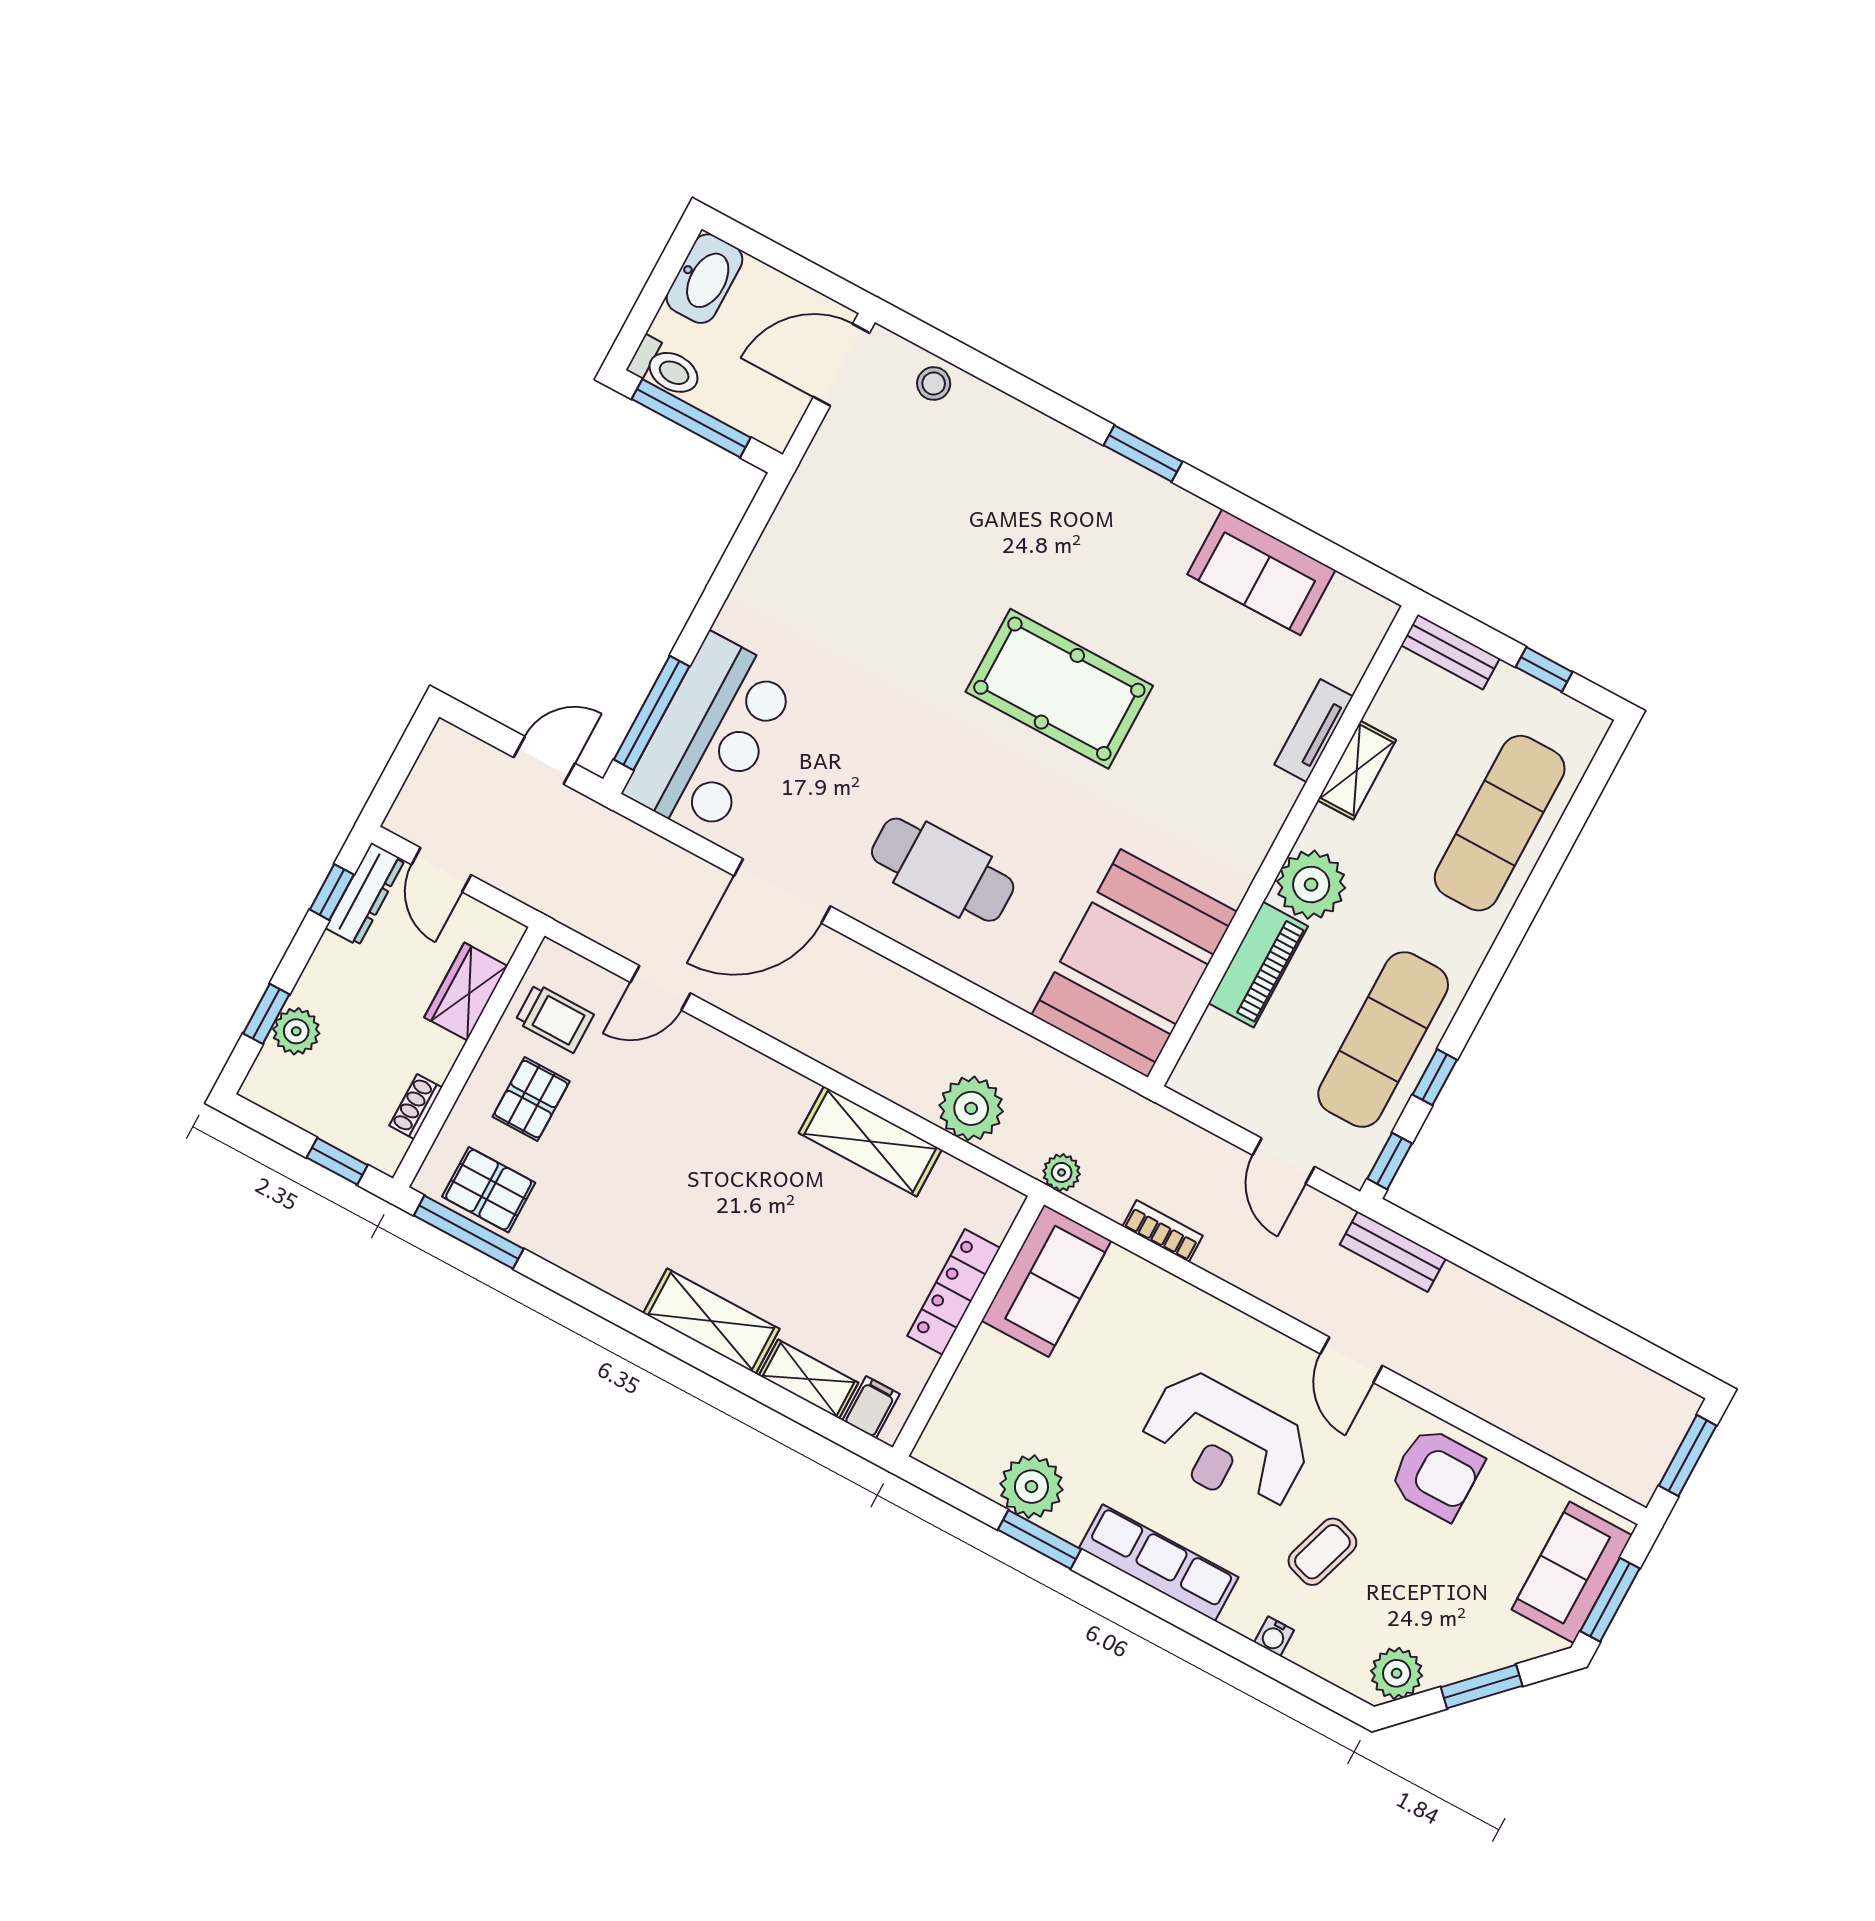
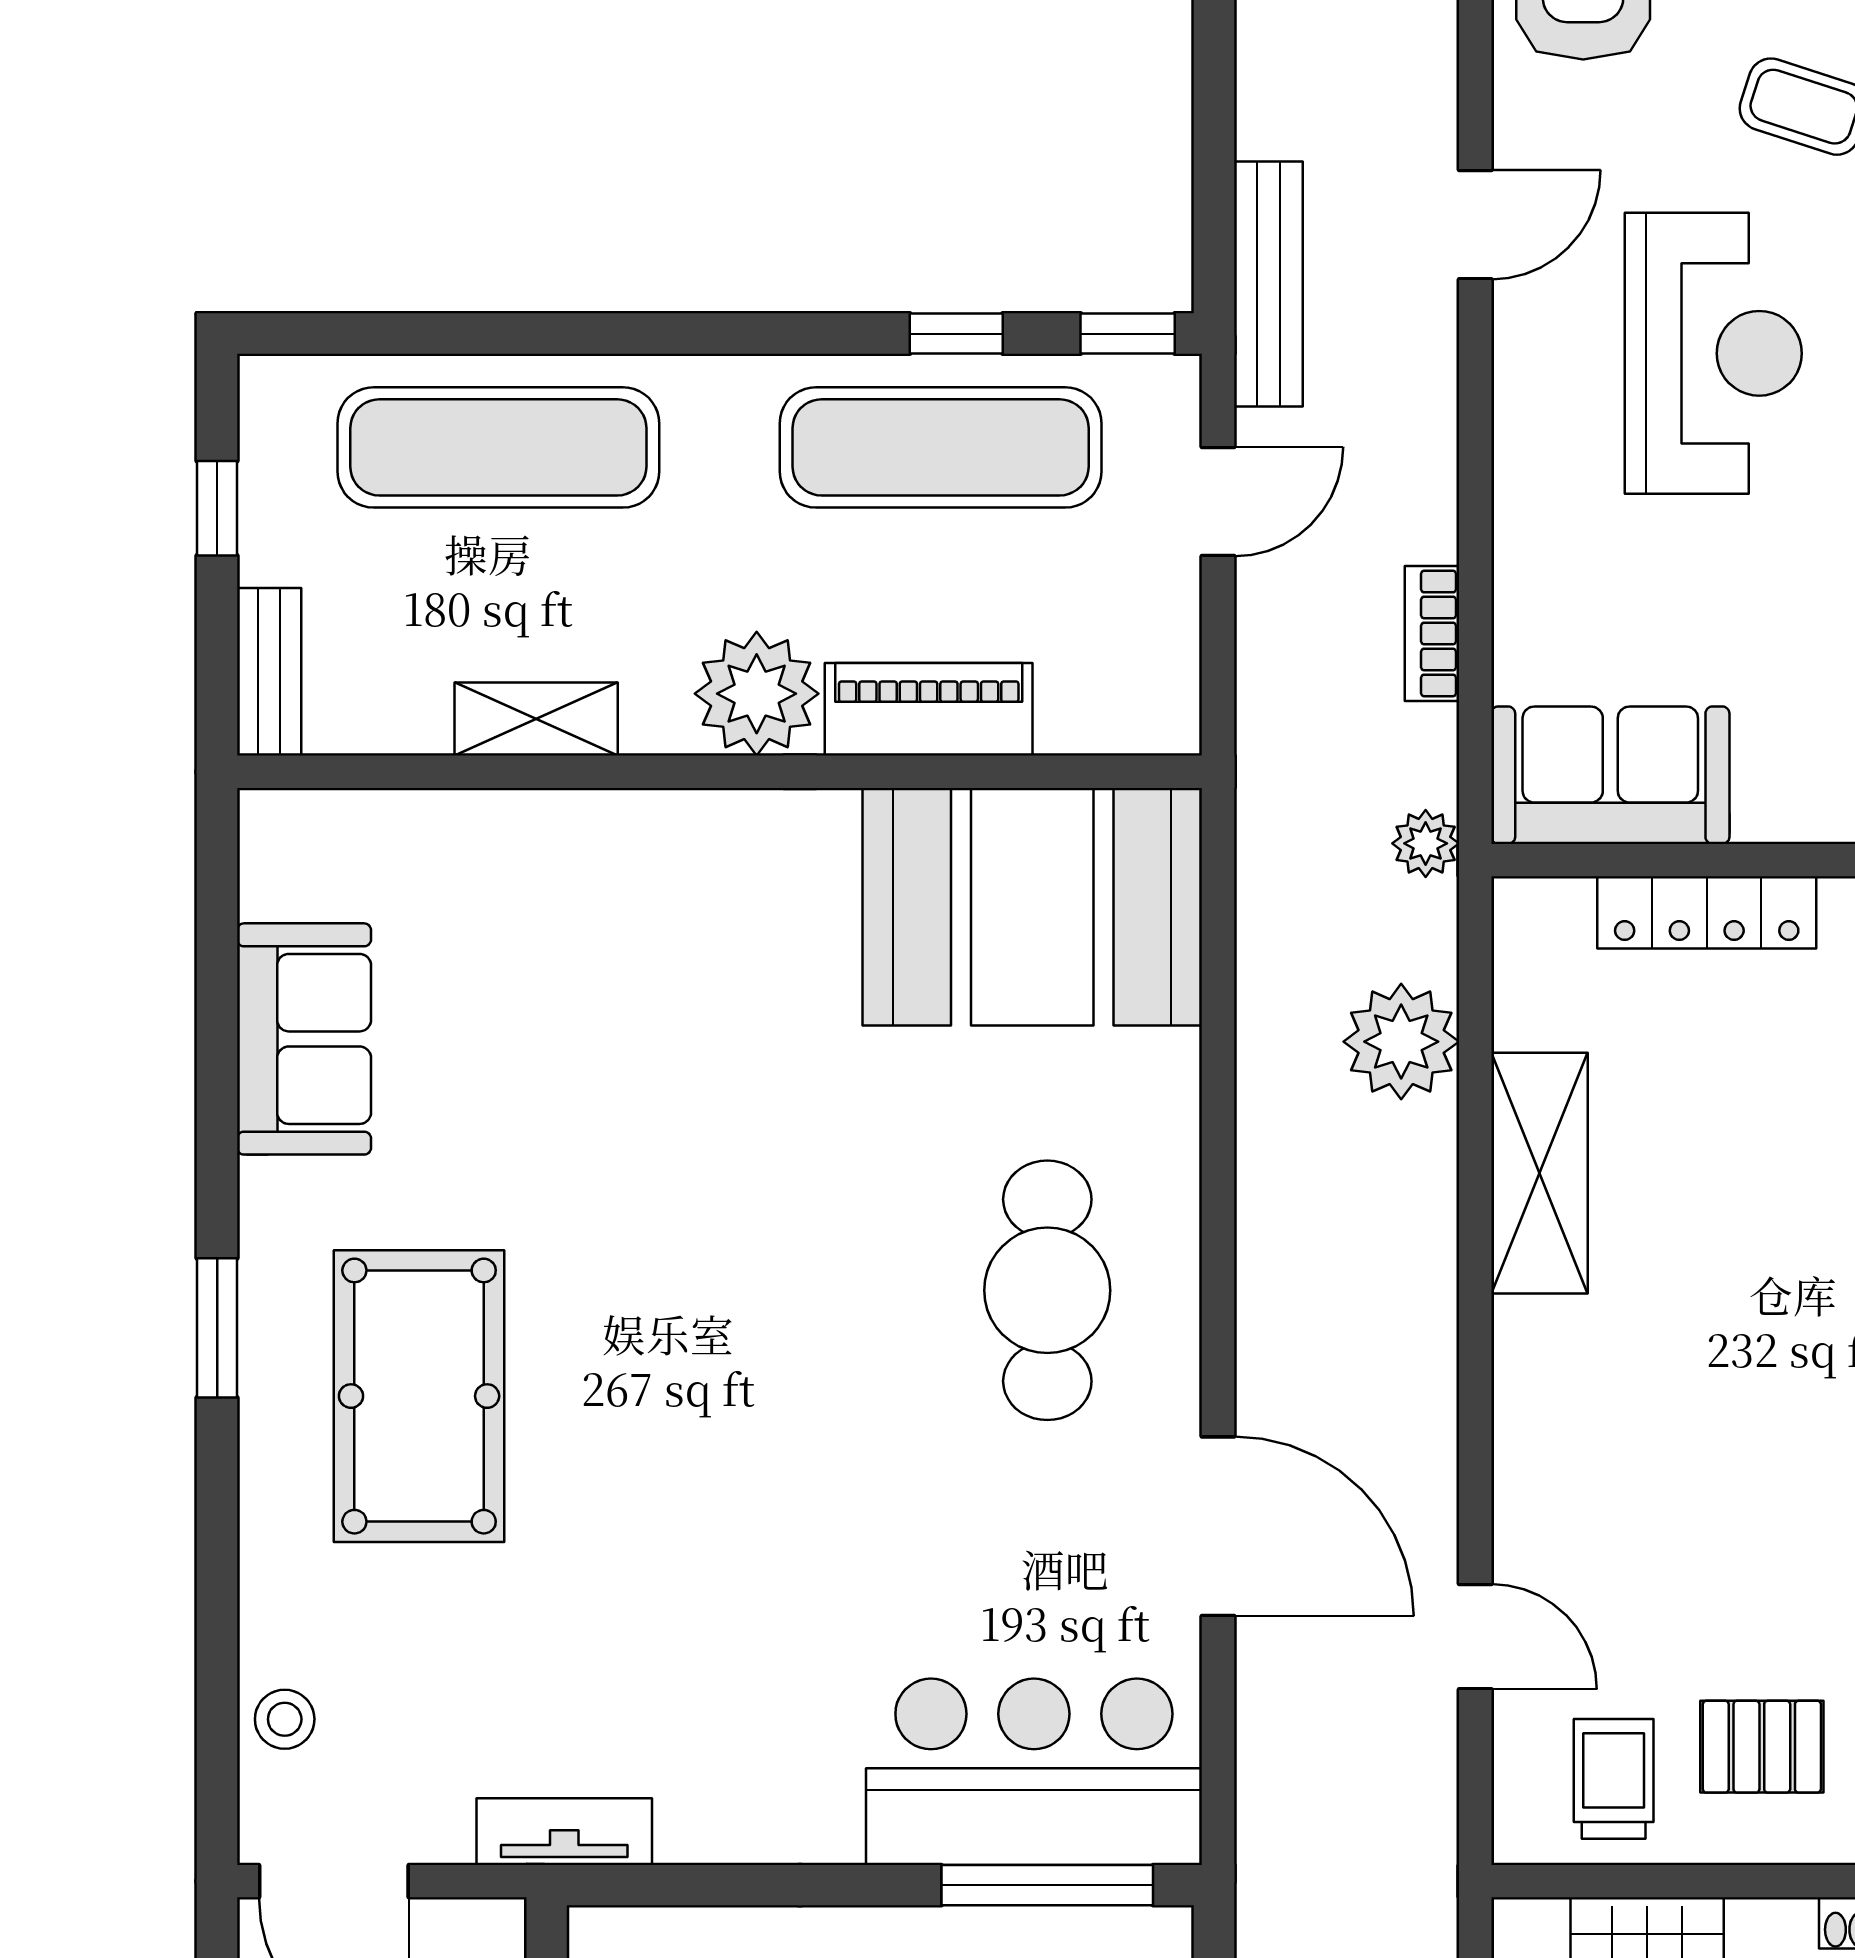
pool table: (1059, 689) -> (419, 1396), moved
tv unit: (1314, 731) -> (564, 1832), moved, turned 180
bench: (1393, 1252) -> (1268, 284), width x1.36

